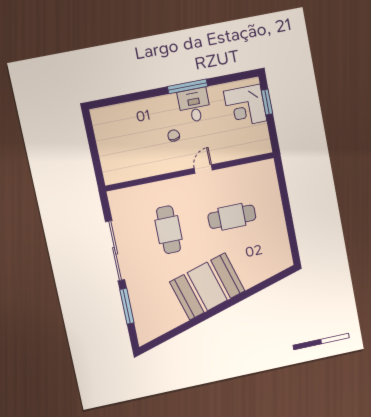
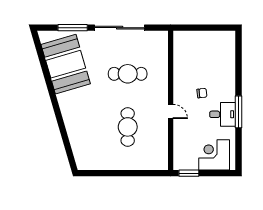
window: (267, 102) -> (189, 173), moved
booth: (207, 286) -> (66, 64), moved

